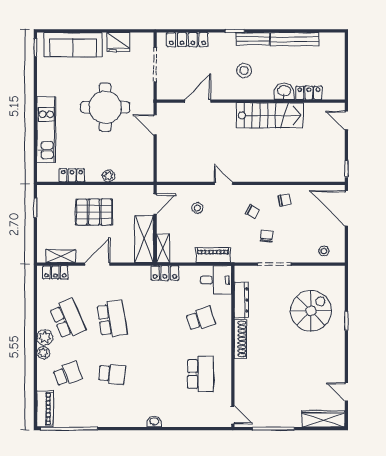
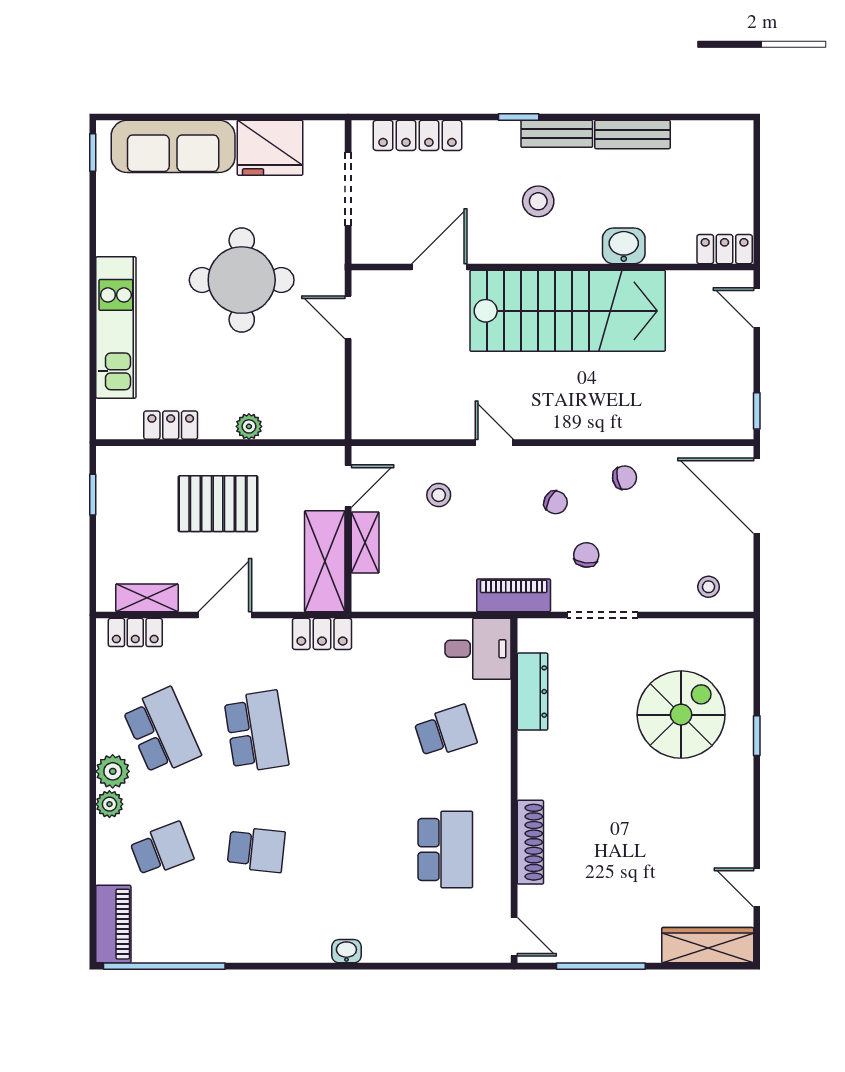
bench: (295, 39) -> (633, 134), width x0.73
fridge: (118, 42) -> (270, 148), width x1.36, depth x1.34
locker: (309, 93) -> (725, 249), moved
stairs: (270, 115) -> (568, 311), width x1.36, depth x1.51
shelving: (163, 248) -> (365, 543), moved
piano: (213, 255) -> (514, 595), moved
locker: (165, 273) -> (322, 634), moved
shoe rack: (240, 339) -> (530, 842), moved

